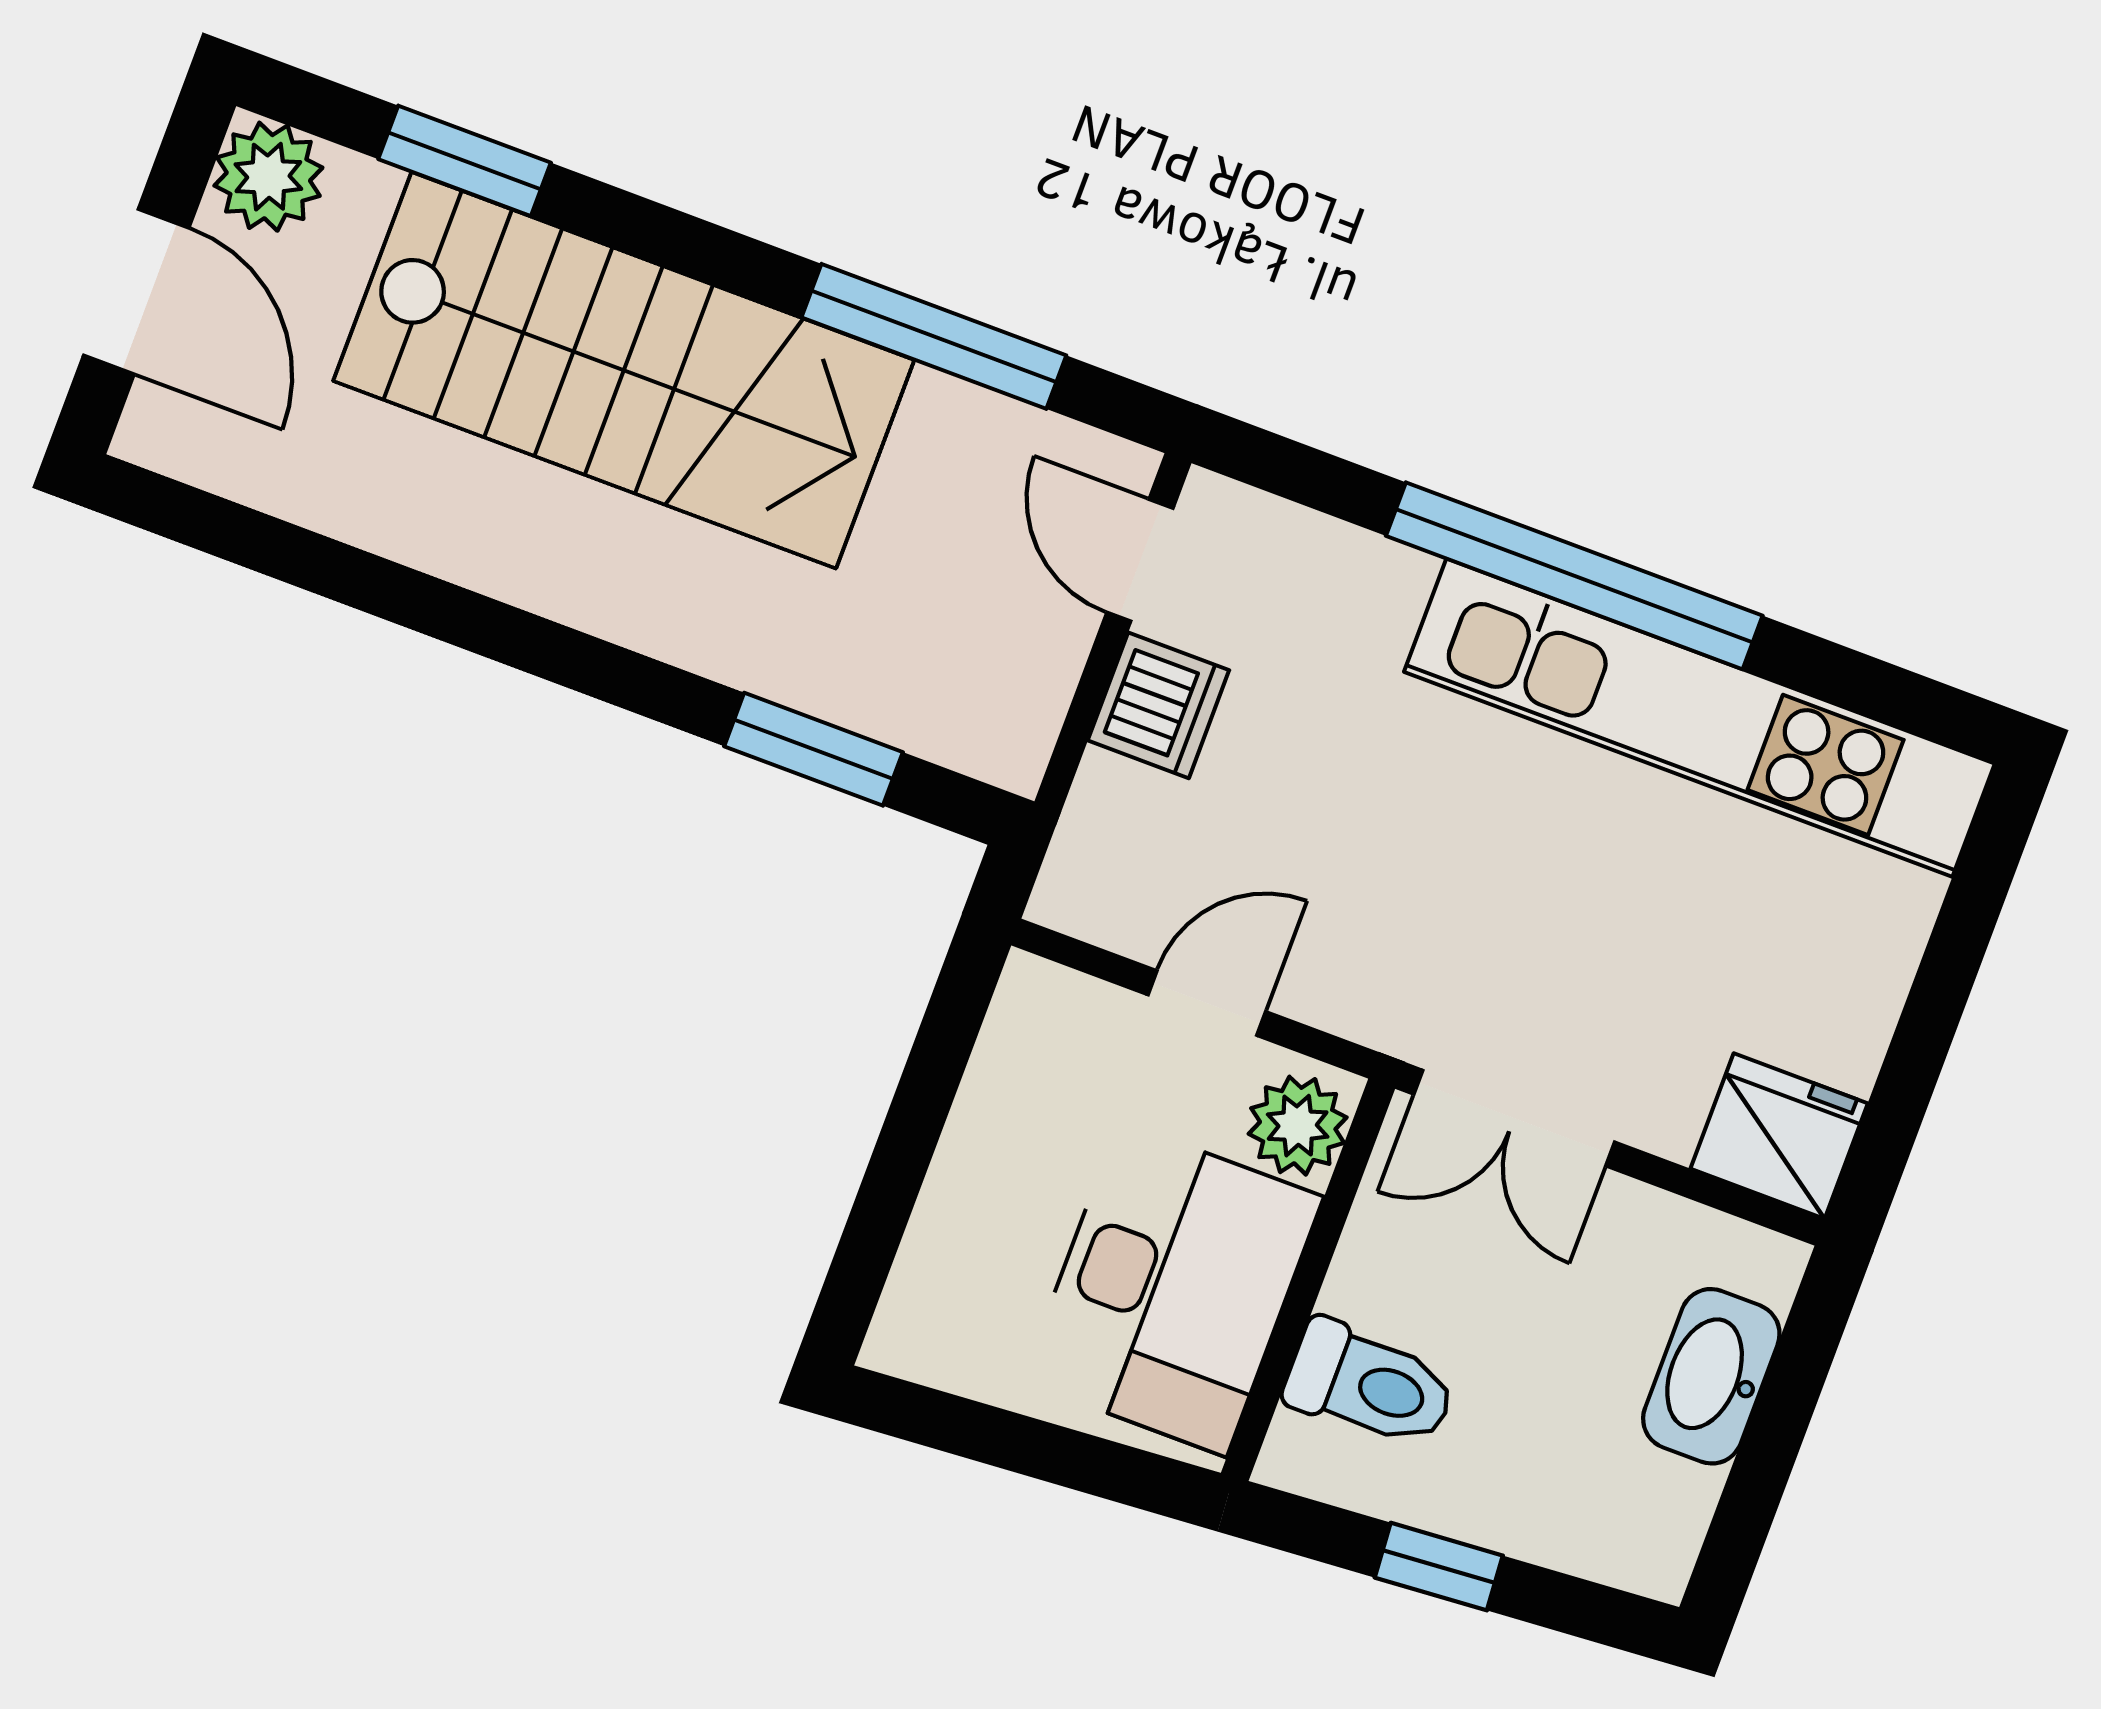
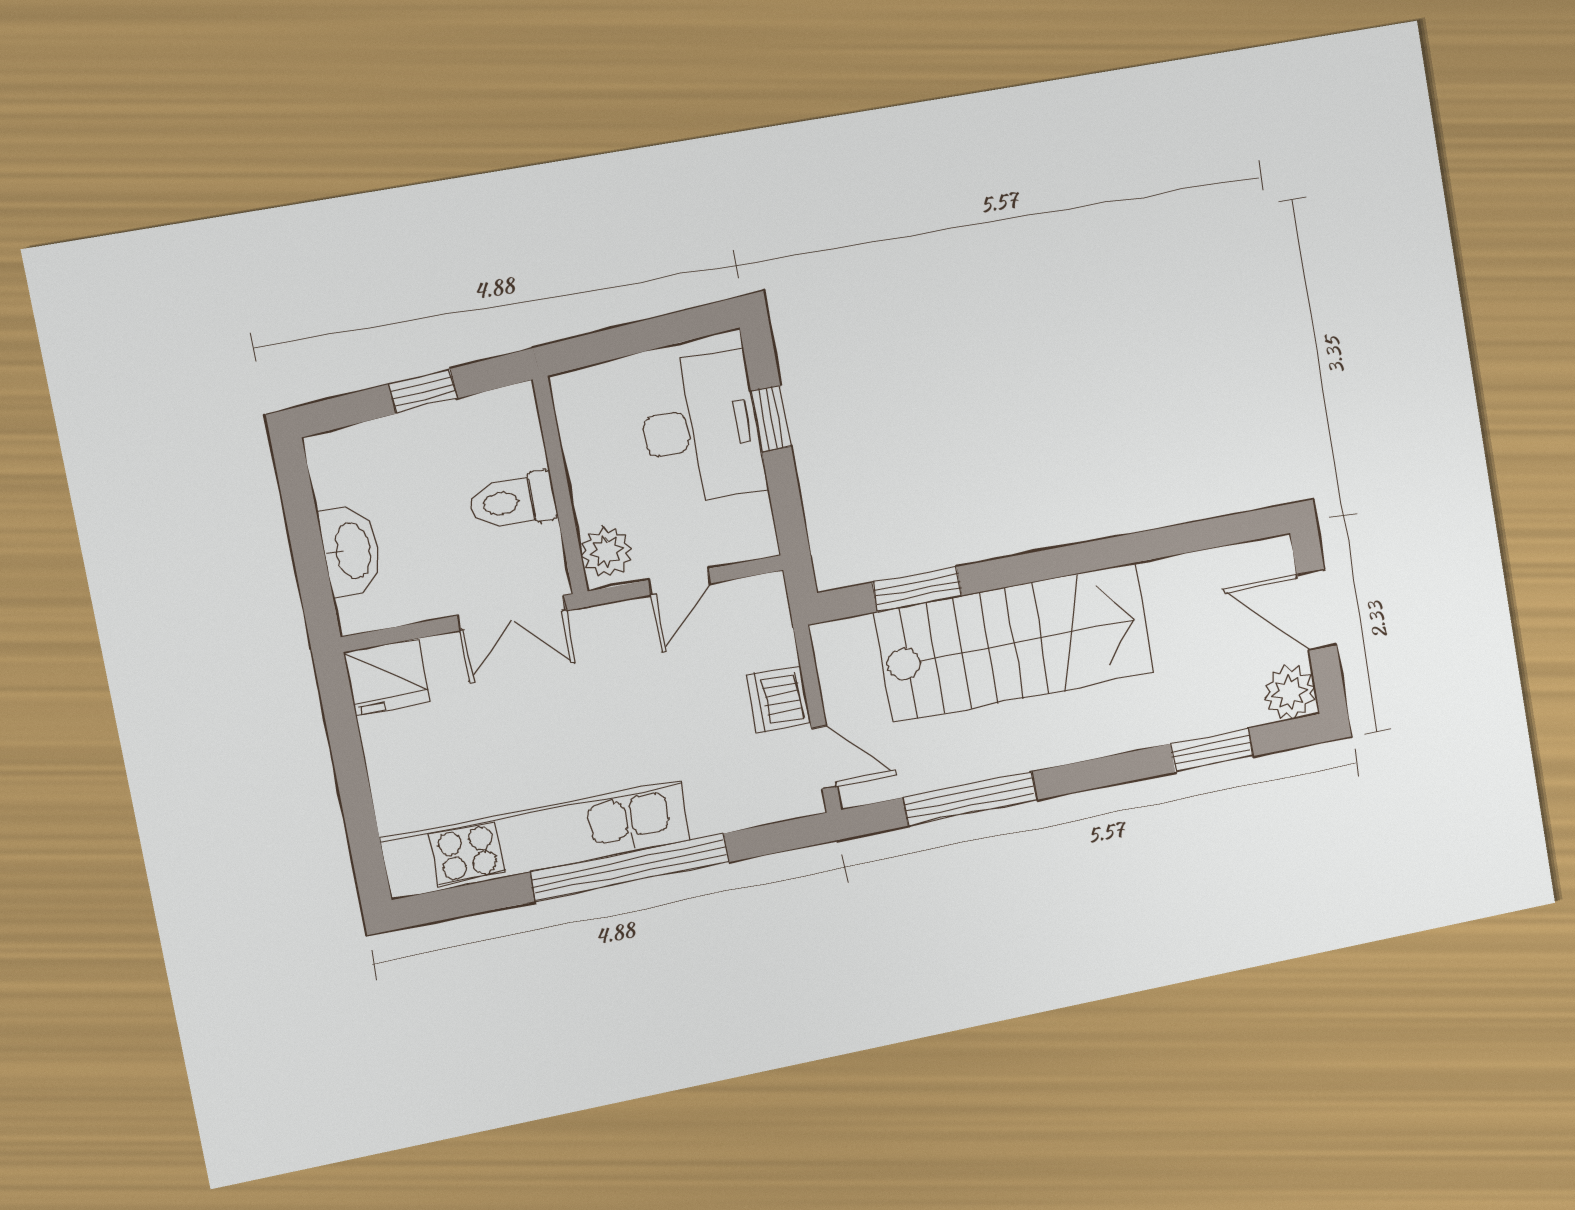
stairs: (624, 370) -> (1014, 643), moved, turned 180
double door: (1514, 1118) -> (512, 613), swing flipped
window: (892, 1183) -> (771, 419), added
desk: (1173, 1289) -> (701, 428), moved, turned 180
toilet: (1370, 1385) -> (513, 501), moved

